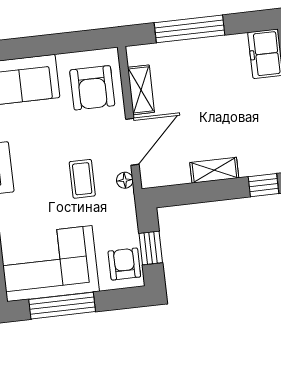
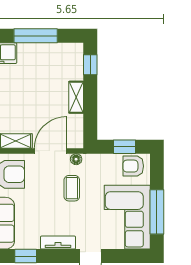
door: (132, 142) -> (50, 151), hinge flipped
coffee table: (82, 179) -> (72, 188), turned 90

